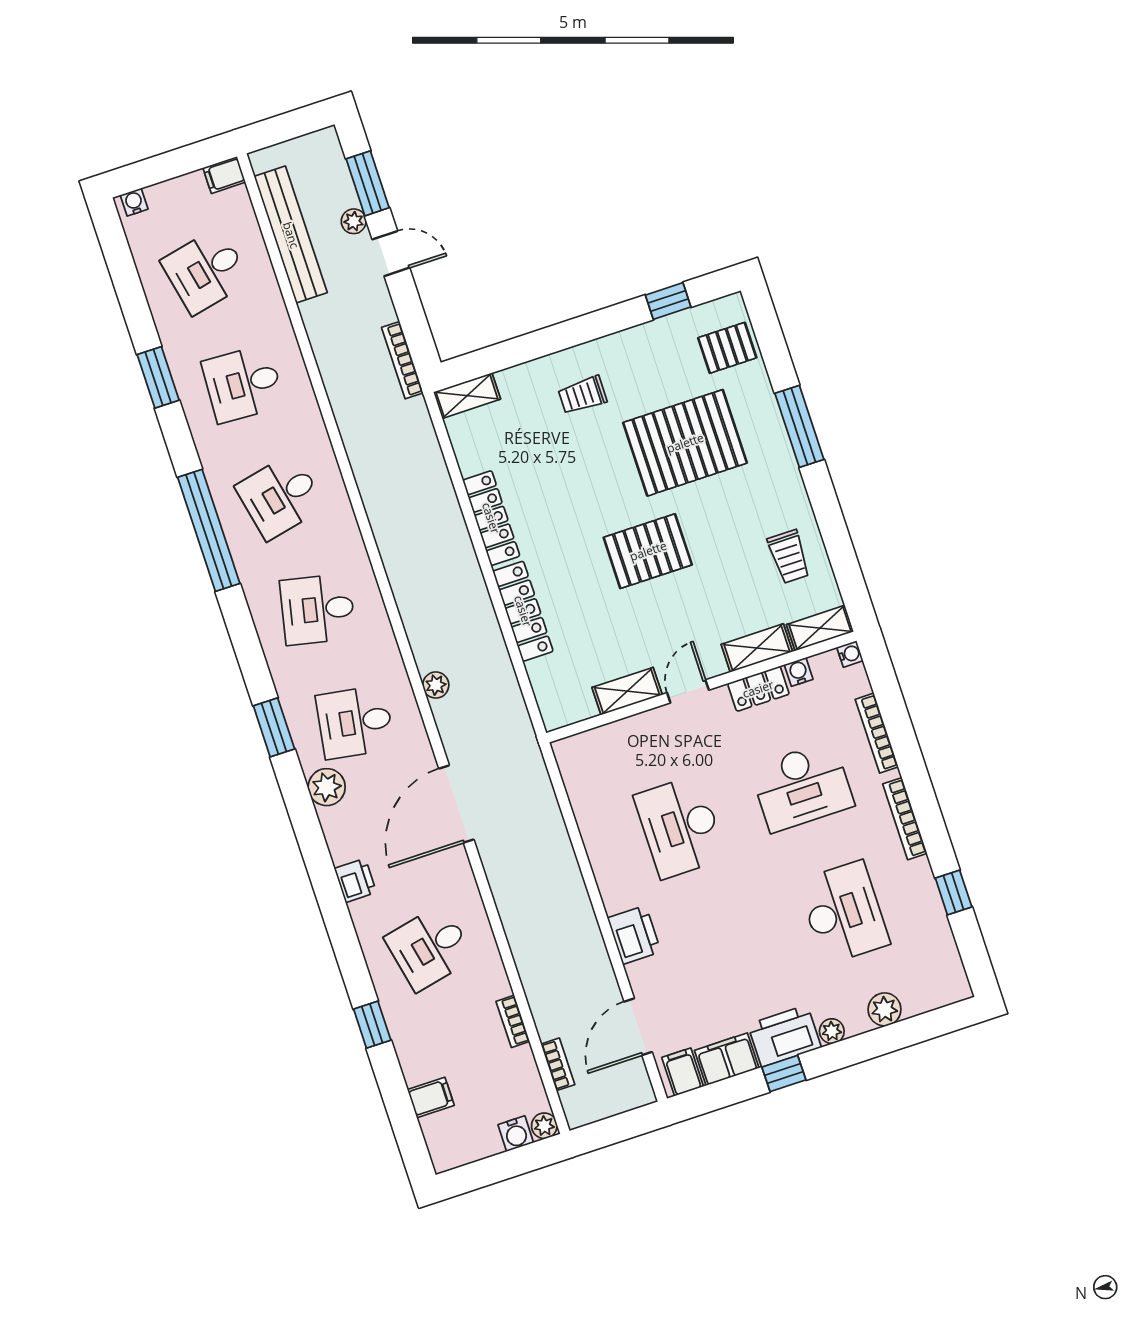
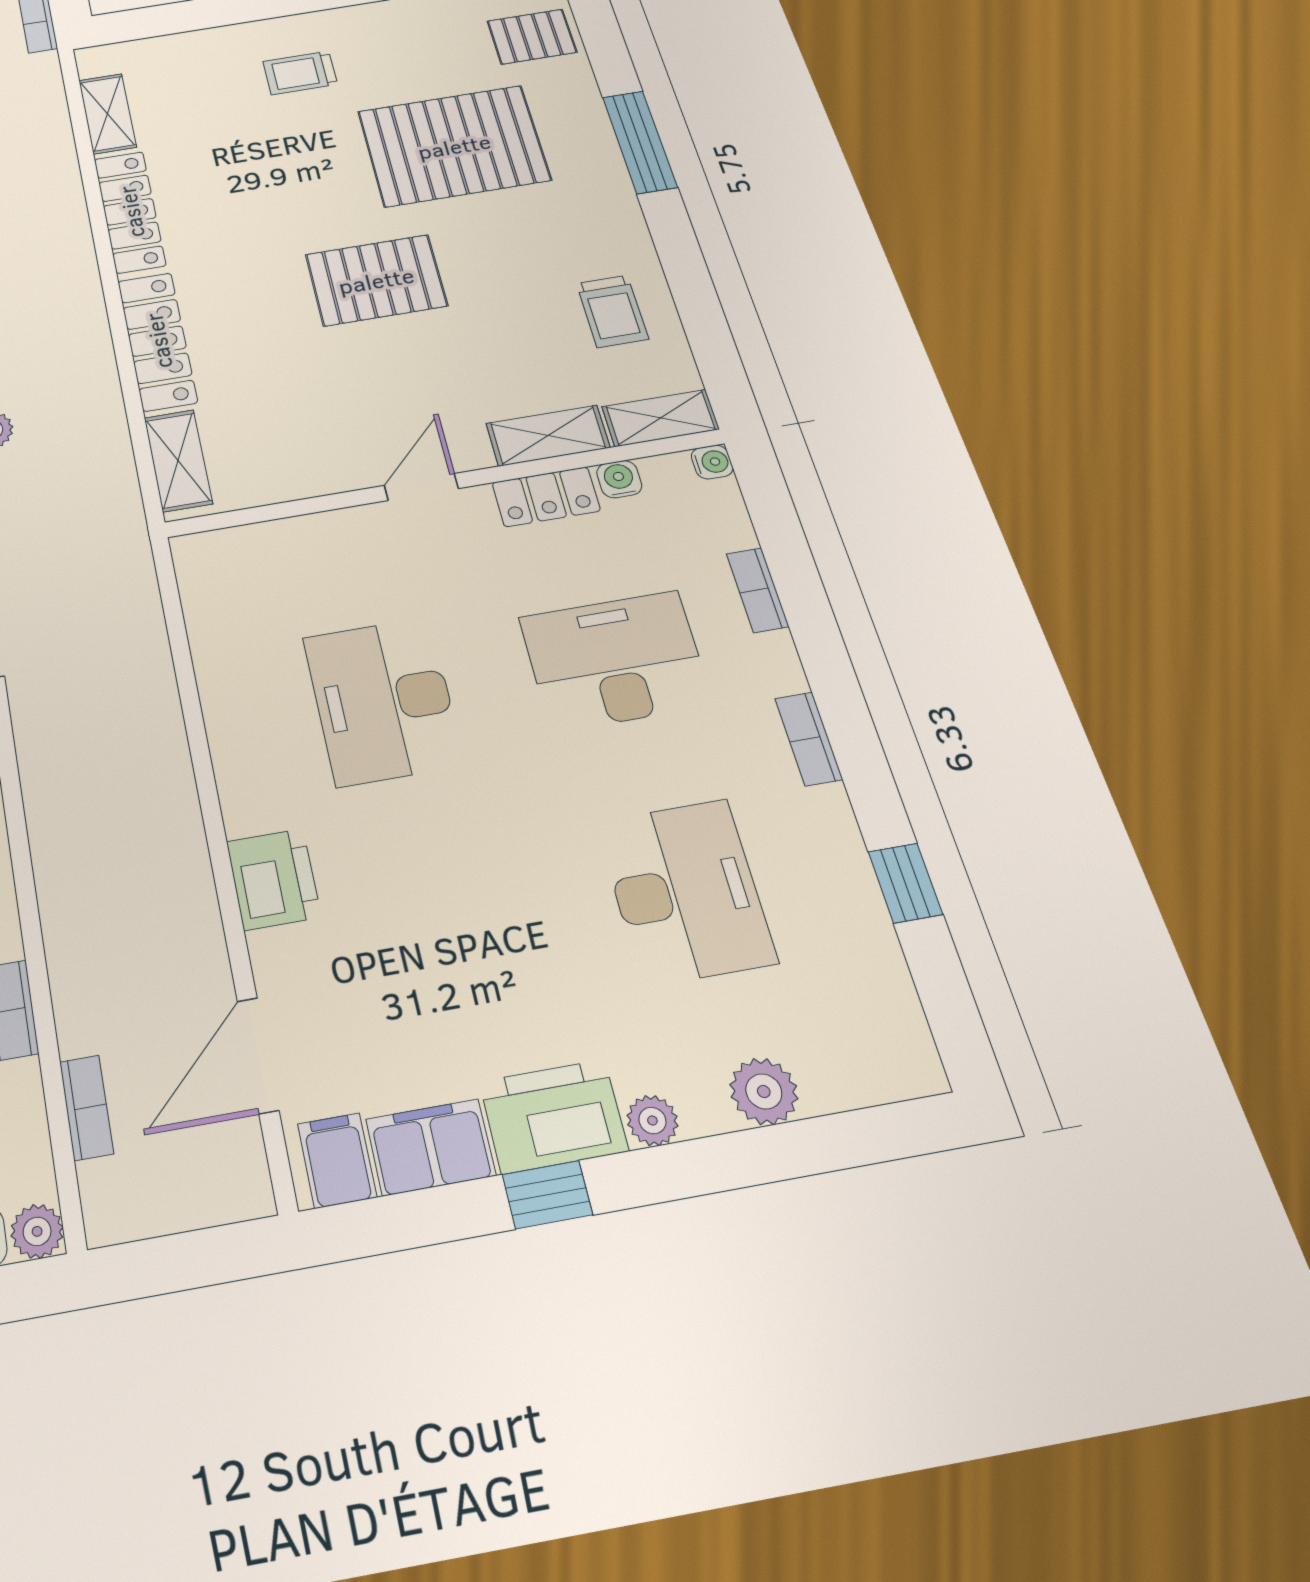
shelving: (467, 396) -> (108, 114), moved, turned 90
shelving: (627, 691) -> (178, 461), moved, turned 90
bookcase: (877, 733) -> (758, 590), width x0.64
desk: (802, 786) -> (615, 661), turned 180
bookcase: (905, 819) -> (809, 739), width x0.64

